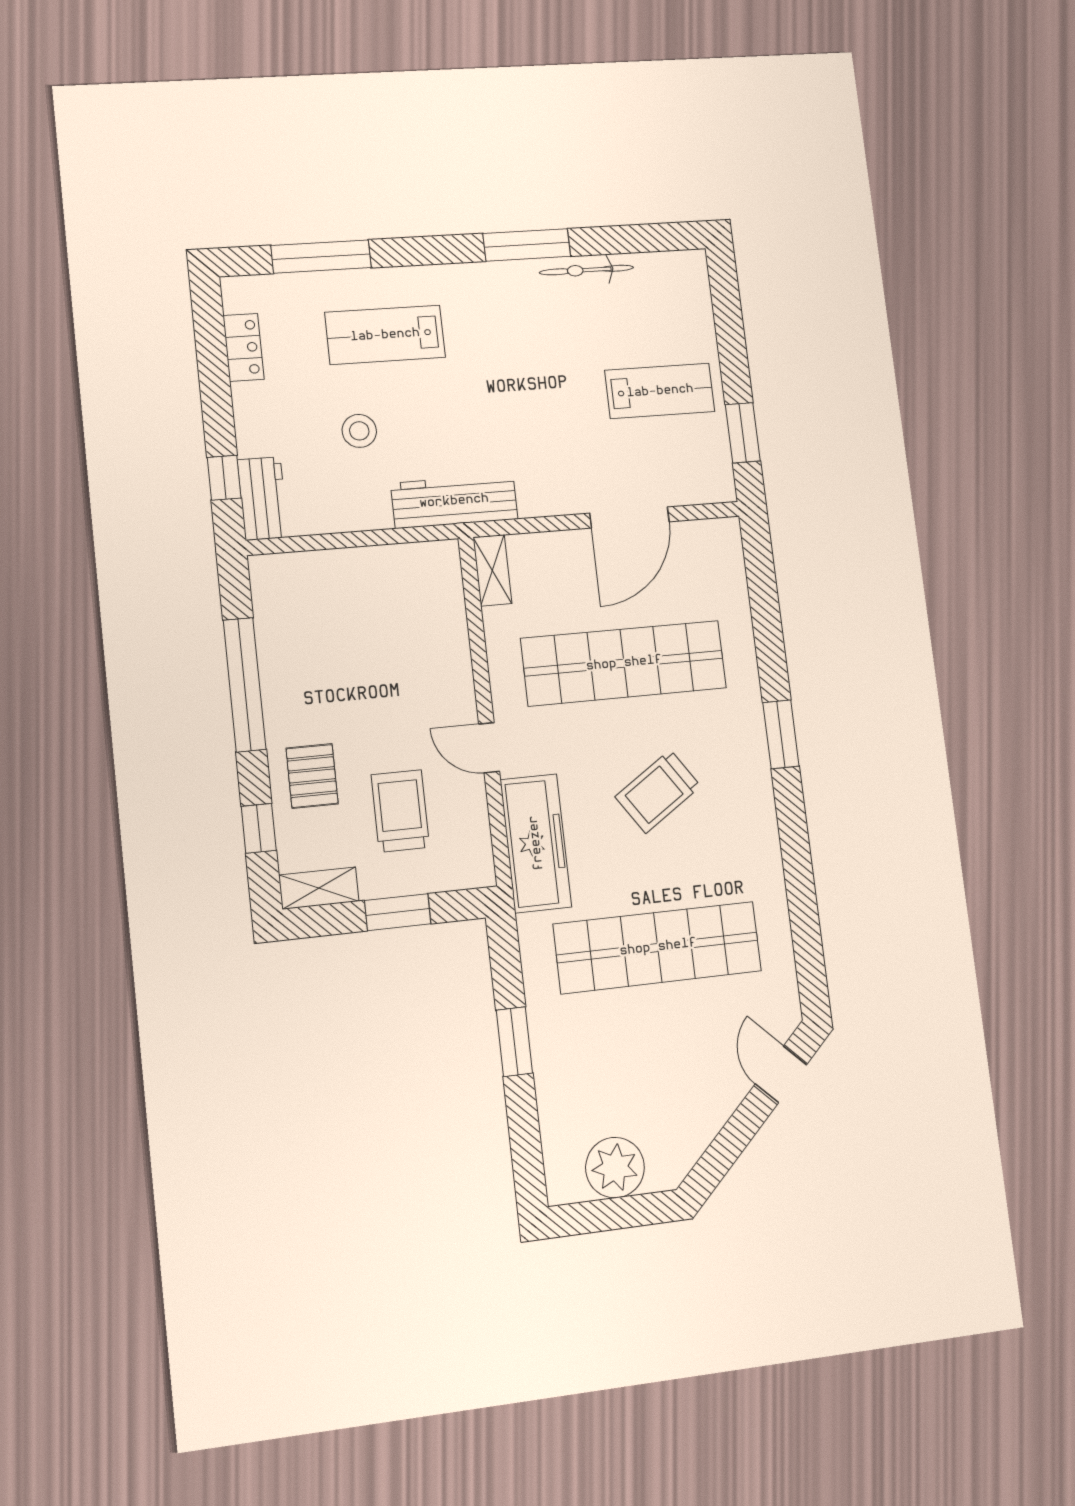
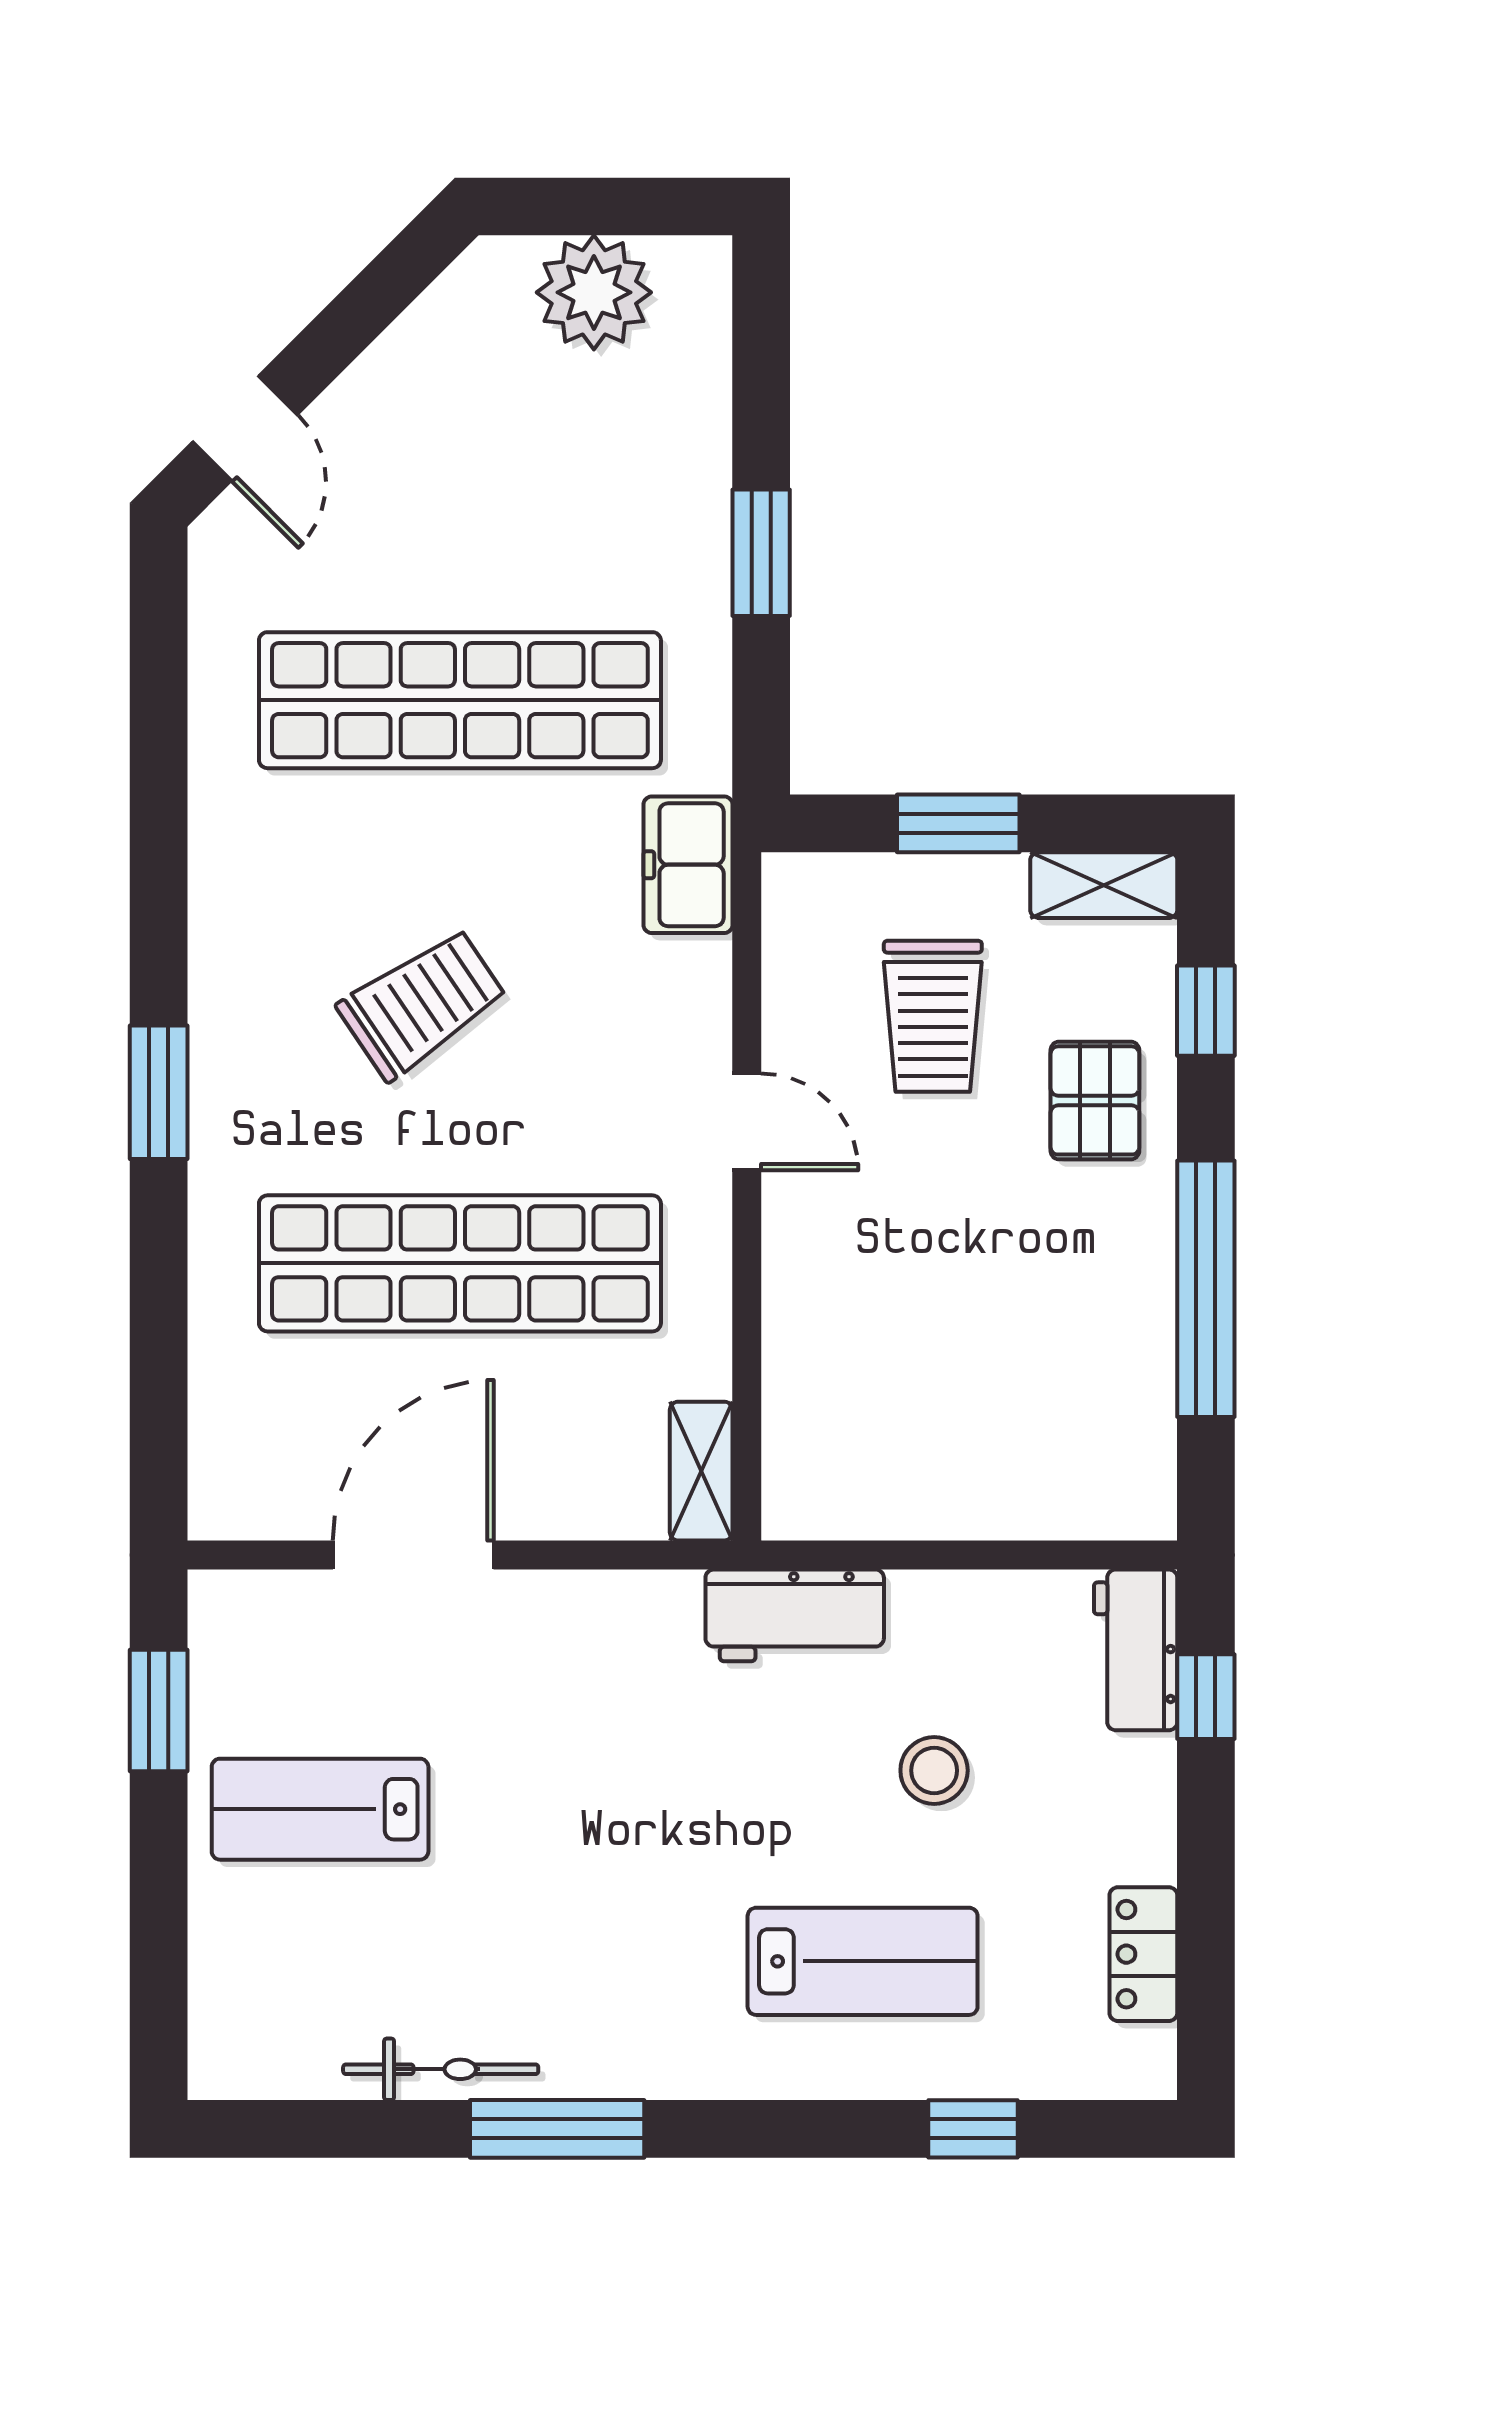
window: (321, 257) -> (973, 2129), width x0.46
workbench: (454, 501) -> (795, 1615), width x0.73
freezer: (536, 843) -> (688, 865), width x0.52, depth x0.79

